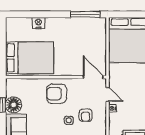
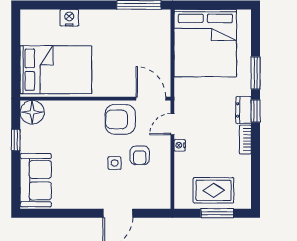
armchair: (56, 94) -> (120, 119), moved
door: (108, 94) -> (172, 124), swing flipped
floor lamp: (14, 105) -> (32, 112), moved

